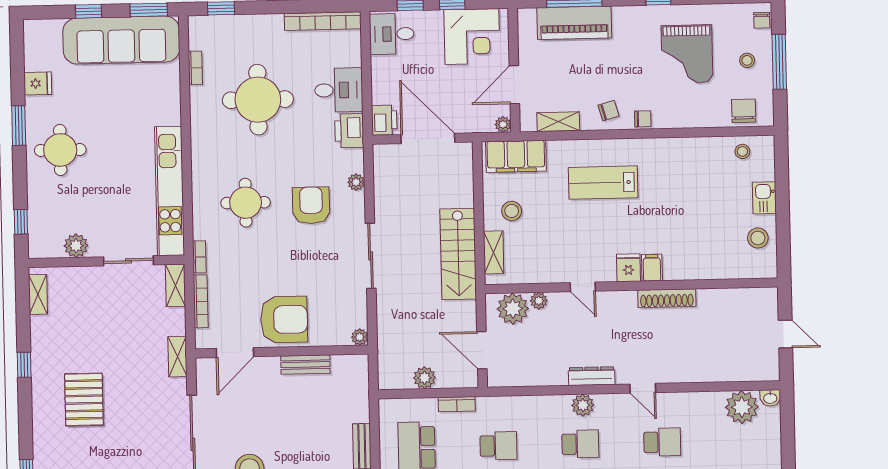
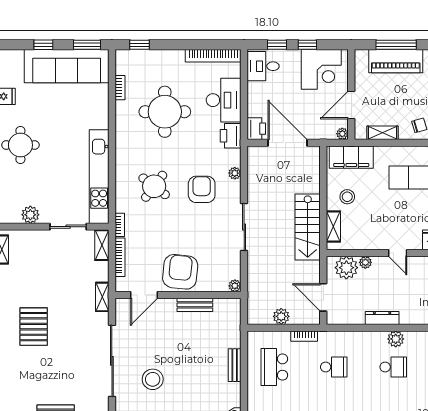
desk: (339, 90) -> (224, 100), width x1.37
round table: (246, 203) -> (154, 186), turned 37
armchair: (284, 319) -> (180, 272), turned -84
dresser: (592, 376) -> (382, 318), moved

